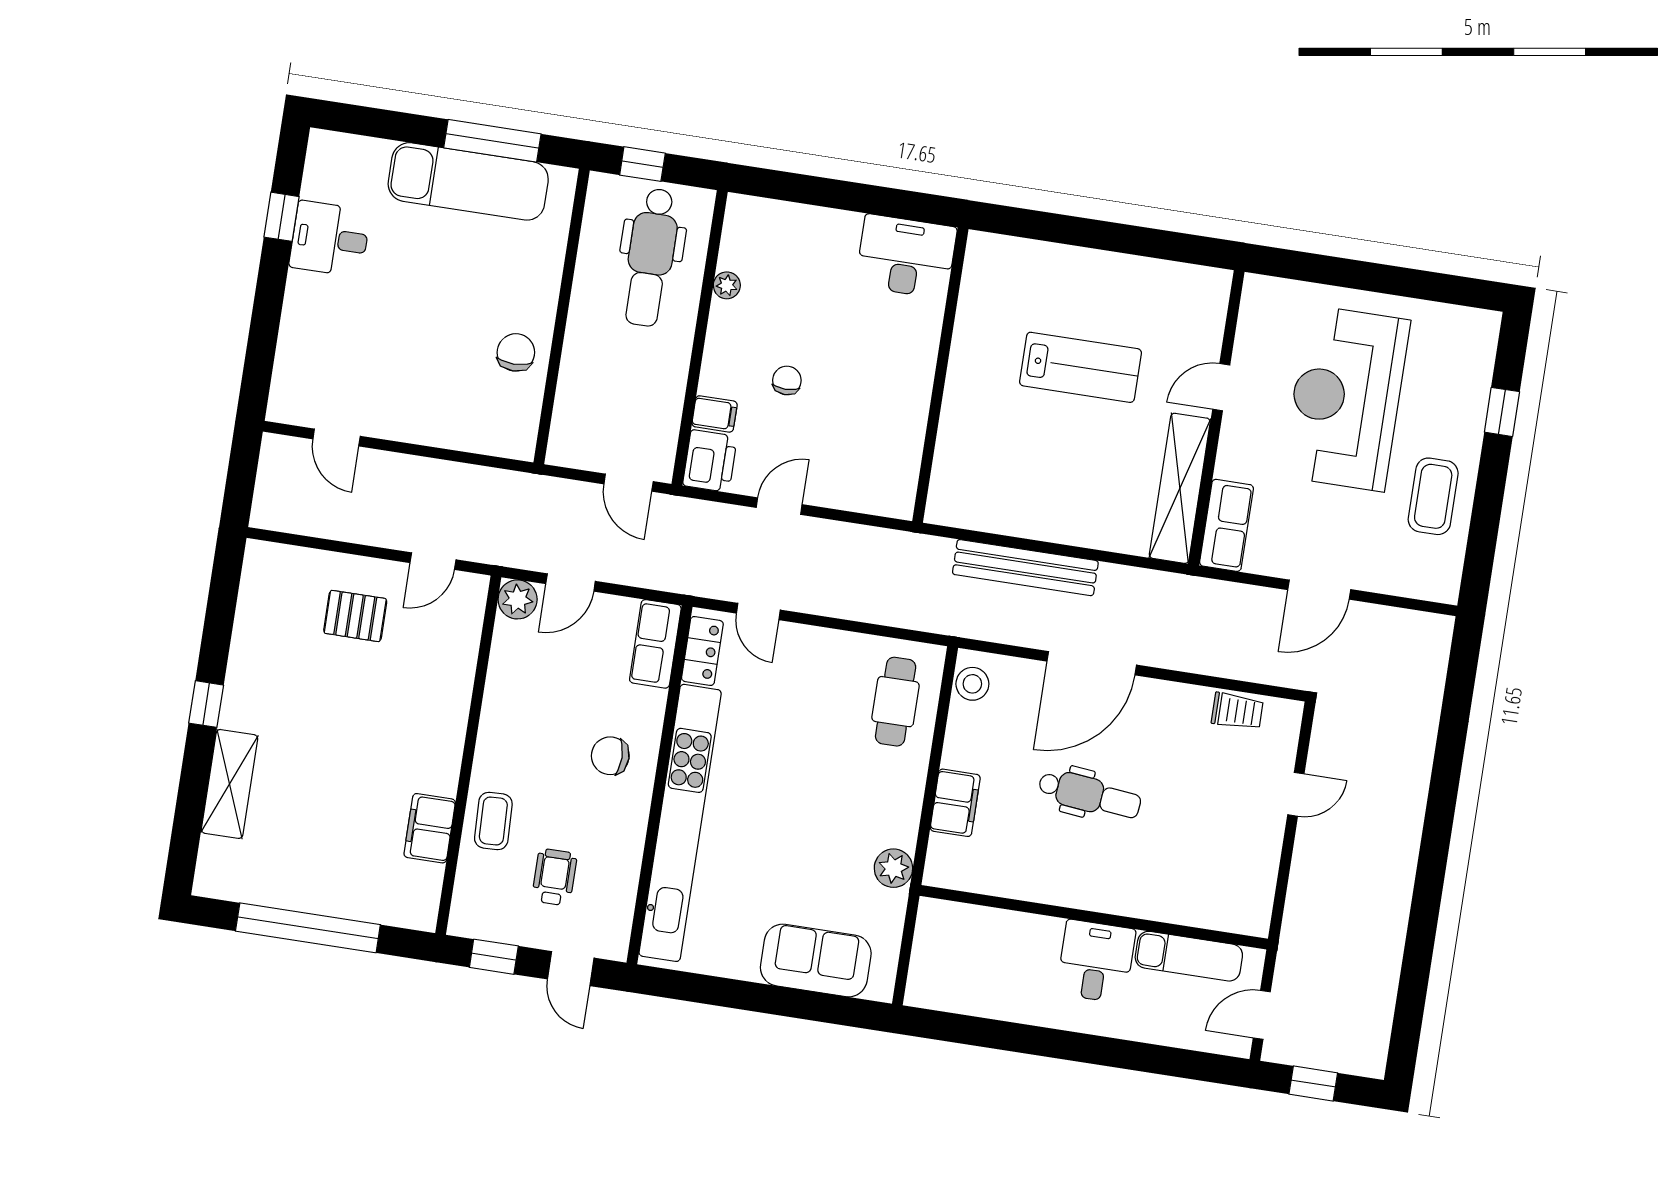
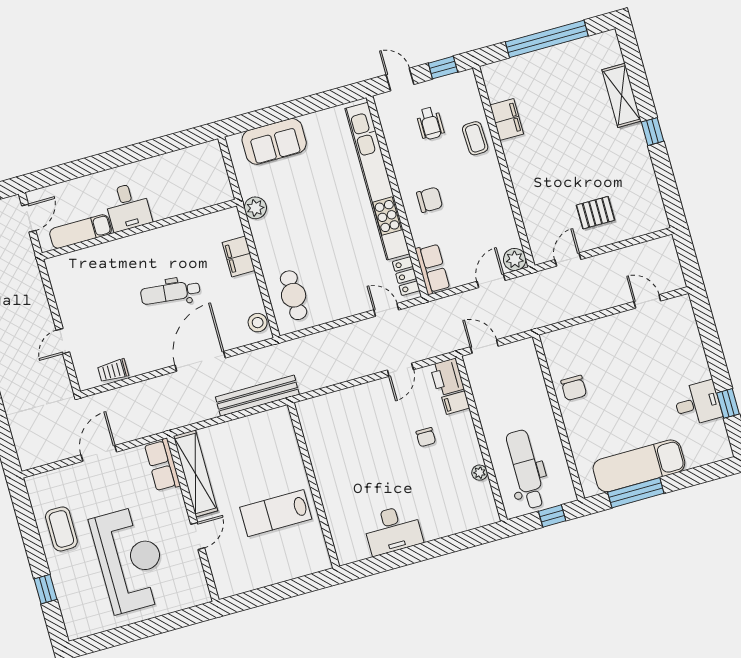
wall: (940, 375) -> (313, 485), moved

